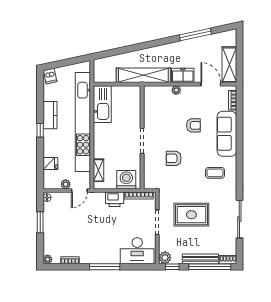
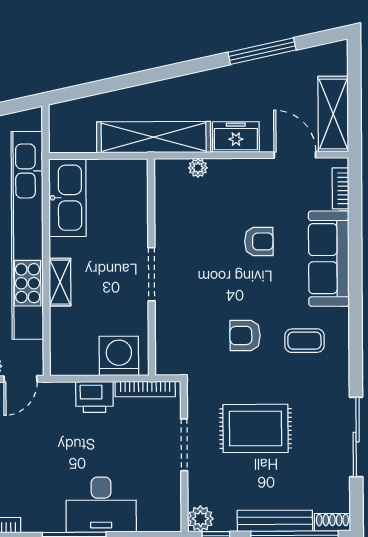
plant: (176, 90) -> (198, 168), moved
armchair: (174, 158) -> (245, 336), moved
shelving: (98, 170) -> (60, 282), moved
desk: (137, 251) -> (101, 505), moved

